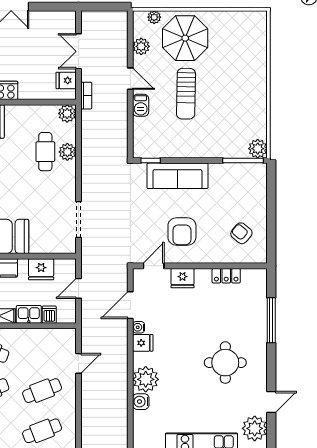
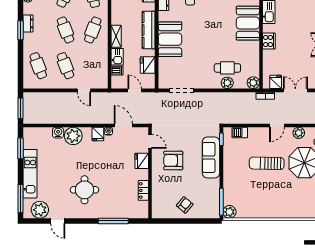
barbecue: (141, 105) -> (240, 132), moved
armchair: (241, 233) -> (185, 205), moved

